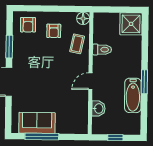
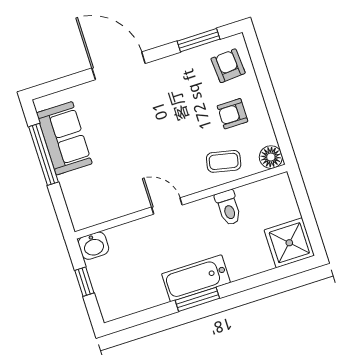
armchair: (28, 25) -> (228, 66), turned 86
window: (9, 47) -> (198, 40), moved
bathtub: (133, 95) -> (196, 278), moved
washbasin: (98, 109) -> (93, 246), moved

